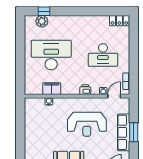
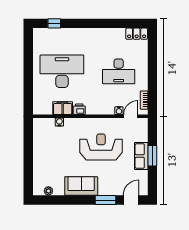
plant: (42, 21) -> (52, 34), removed
printer: (85, 90) -> (79, 109), moved
reception desk: (87, 124) -> (101, 147), turned 180
row of seats: (124, 132) -> (141, 156), width x0.68

